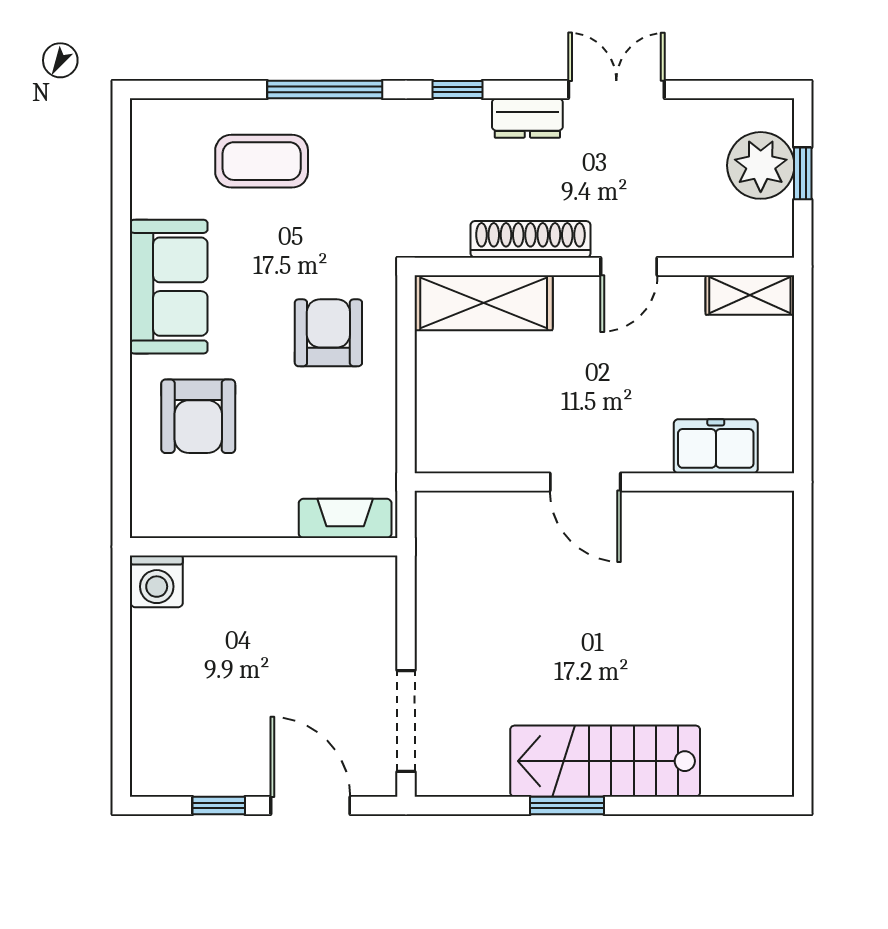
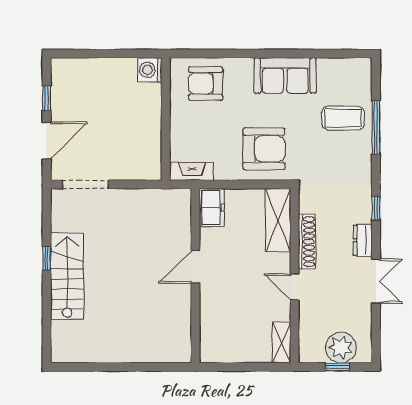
window: (325, 90) -> (376, 128), moved
coffee table: (262, 161) -> (343, 118), turned 90
armchair: (328, 333) -> (264, 149), width x1.36, depth x1.36
armchair: (198, 416) -> (206, 83), moved
freezer: (716, 446) -> (212, 208), moved
fireplace: (345, 518) -> (192, 171), moved, turned -90
window: (567, 806) -> (47, 258), width x0.67

